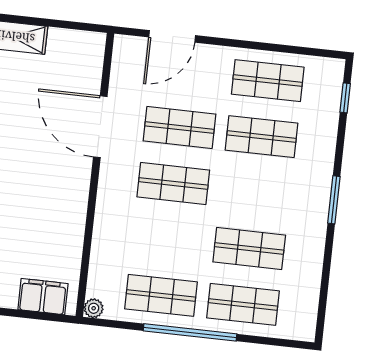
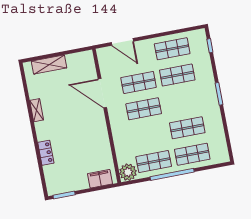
door: (172, 36) -> (122, 42), hinge flipped
plant: (94, 308) -> (128, 172), width x1.87, depth x1.87

